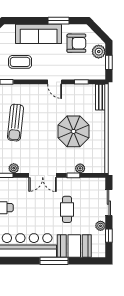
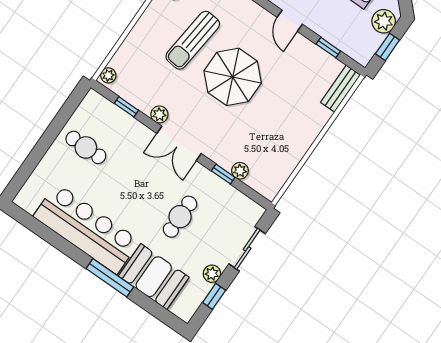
parasol: (74, 131) -> (233, 77), moved
plant: (14, 168) -> (159, 114), moved

